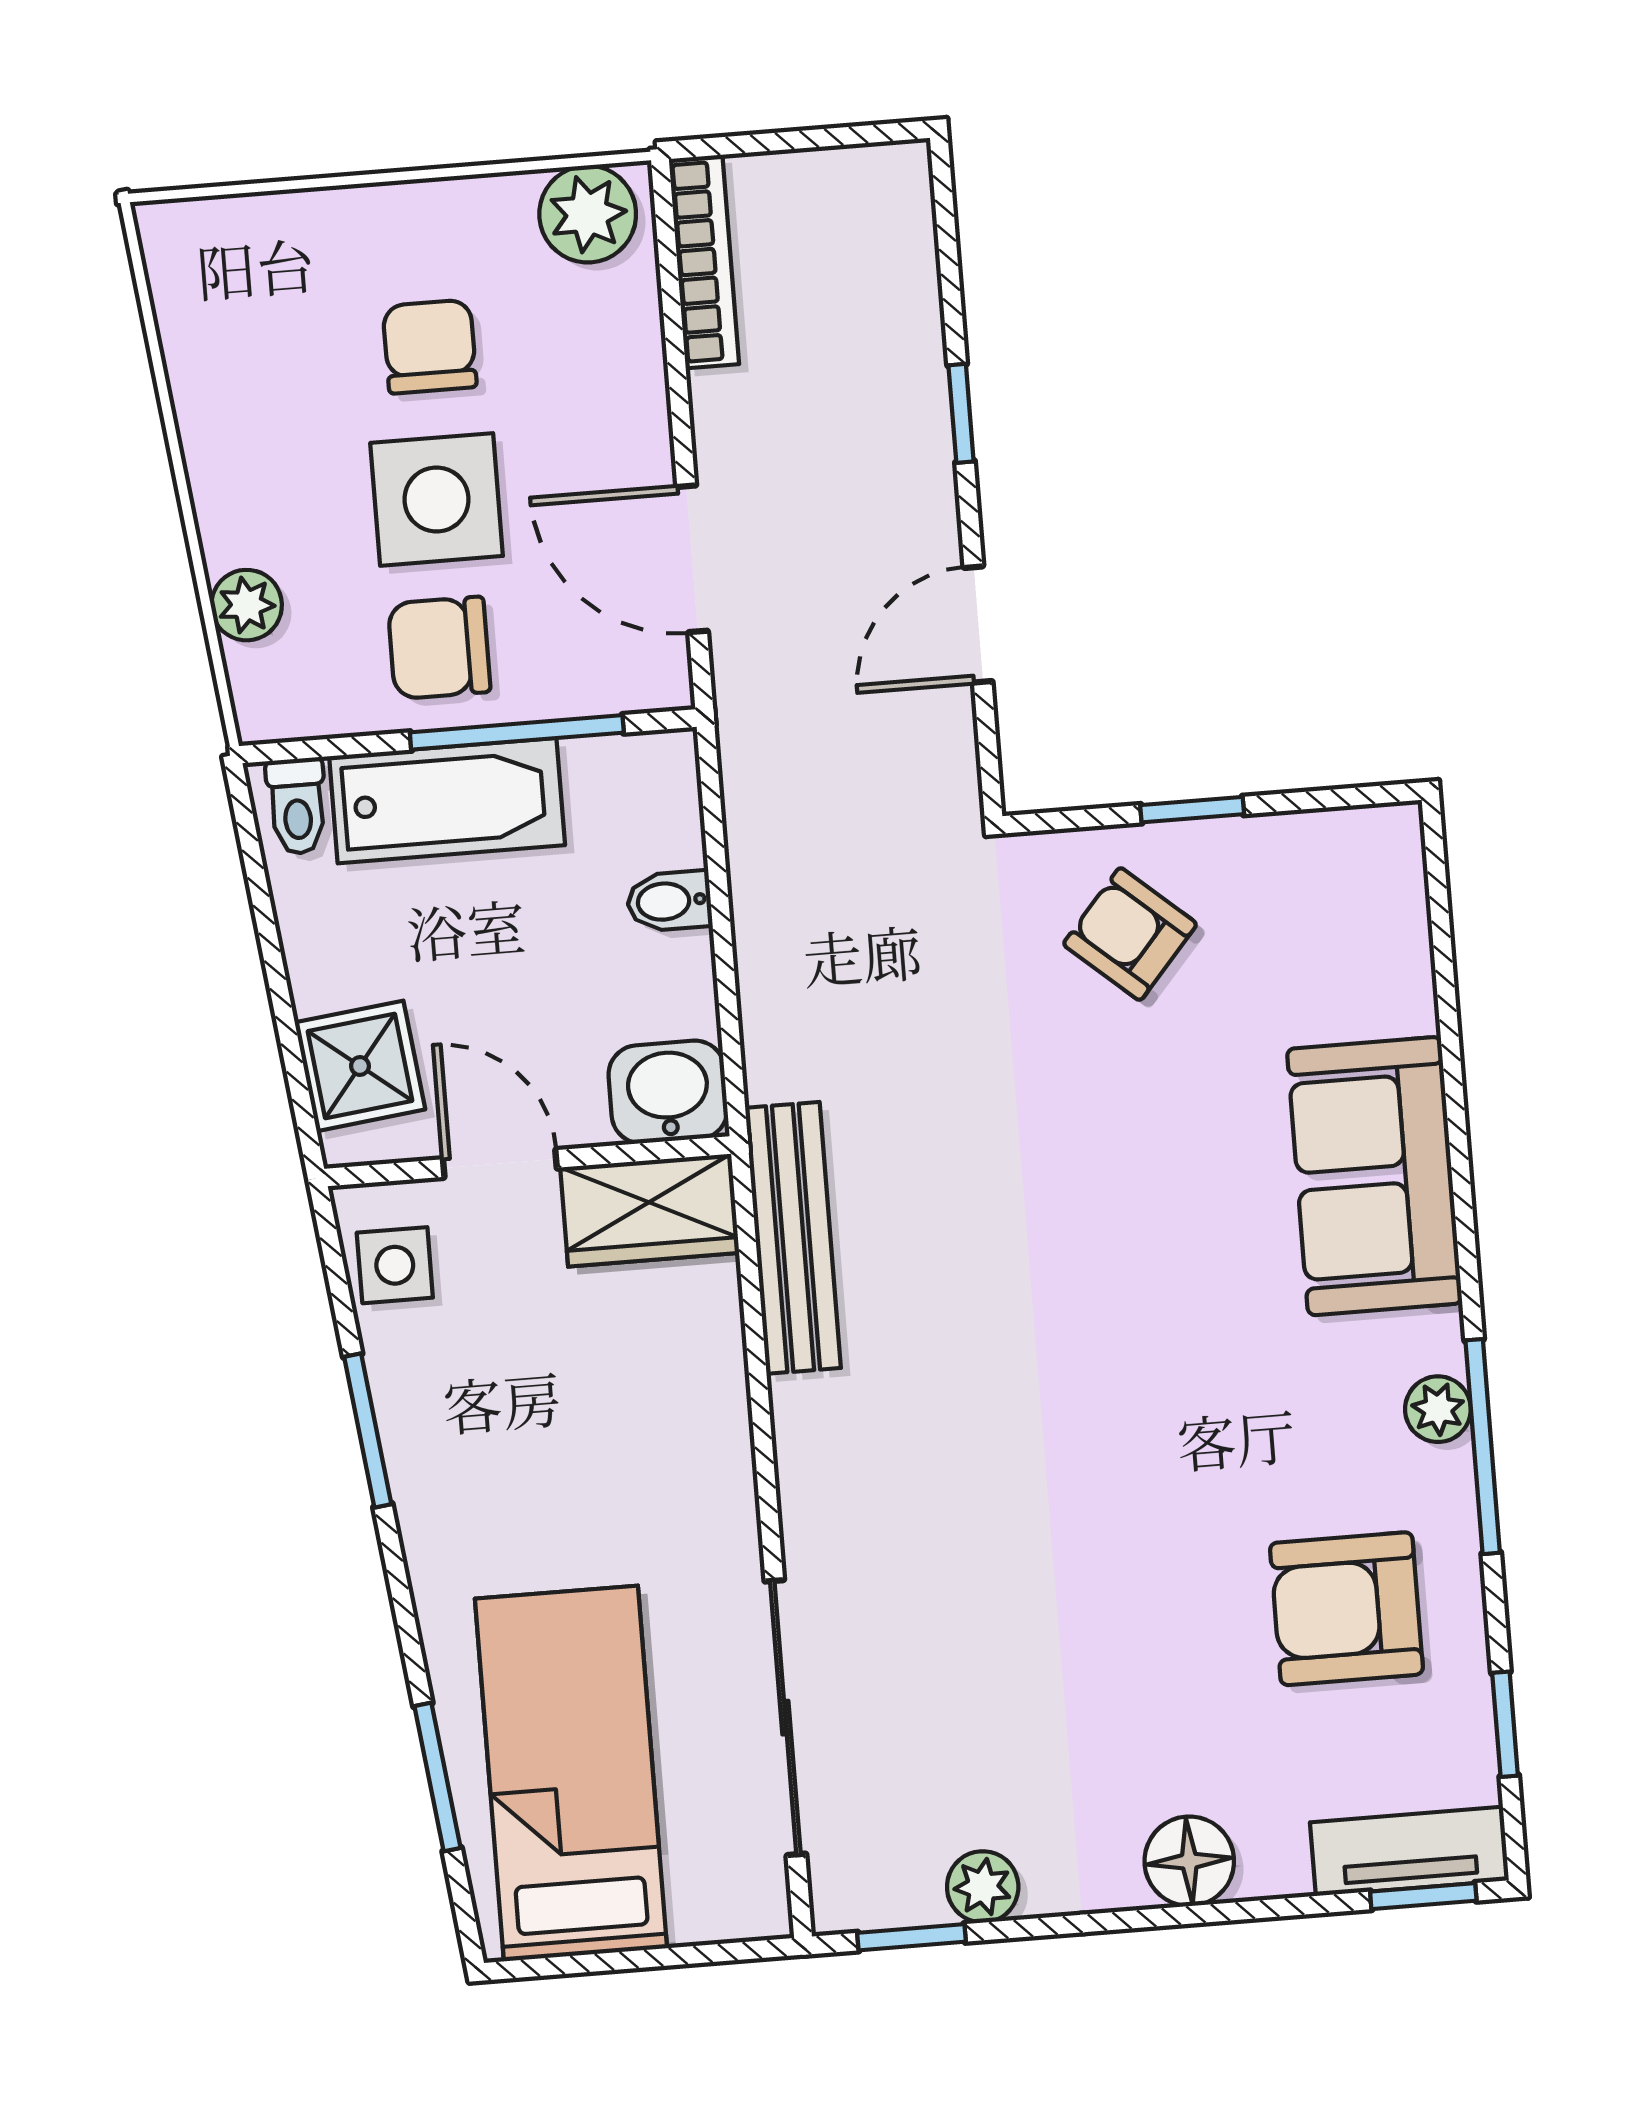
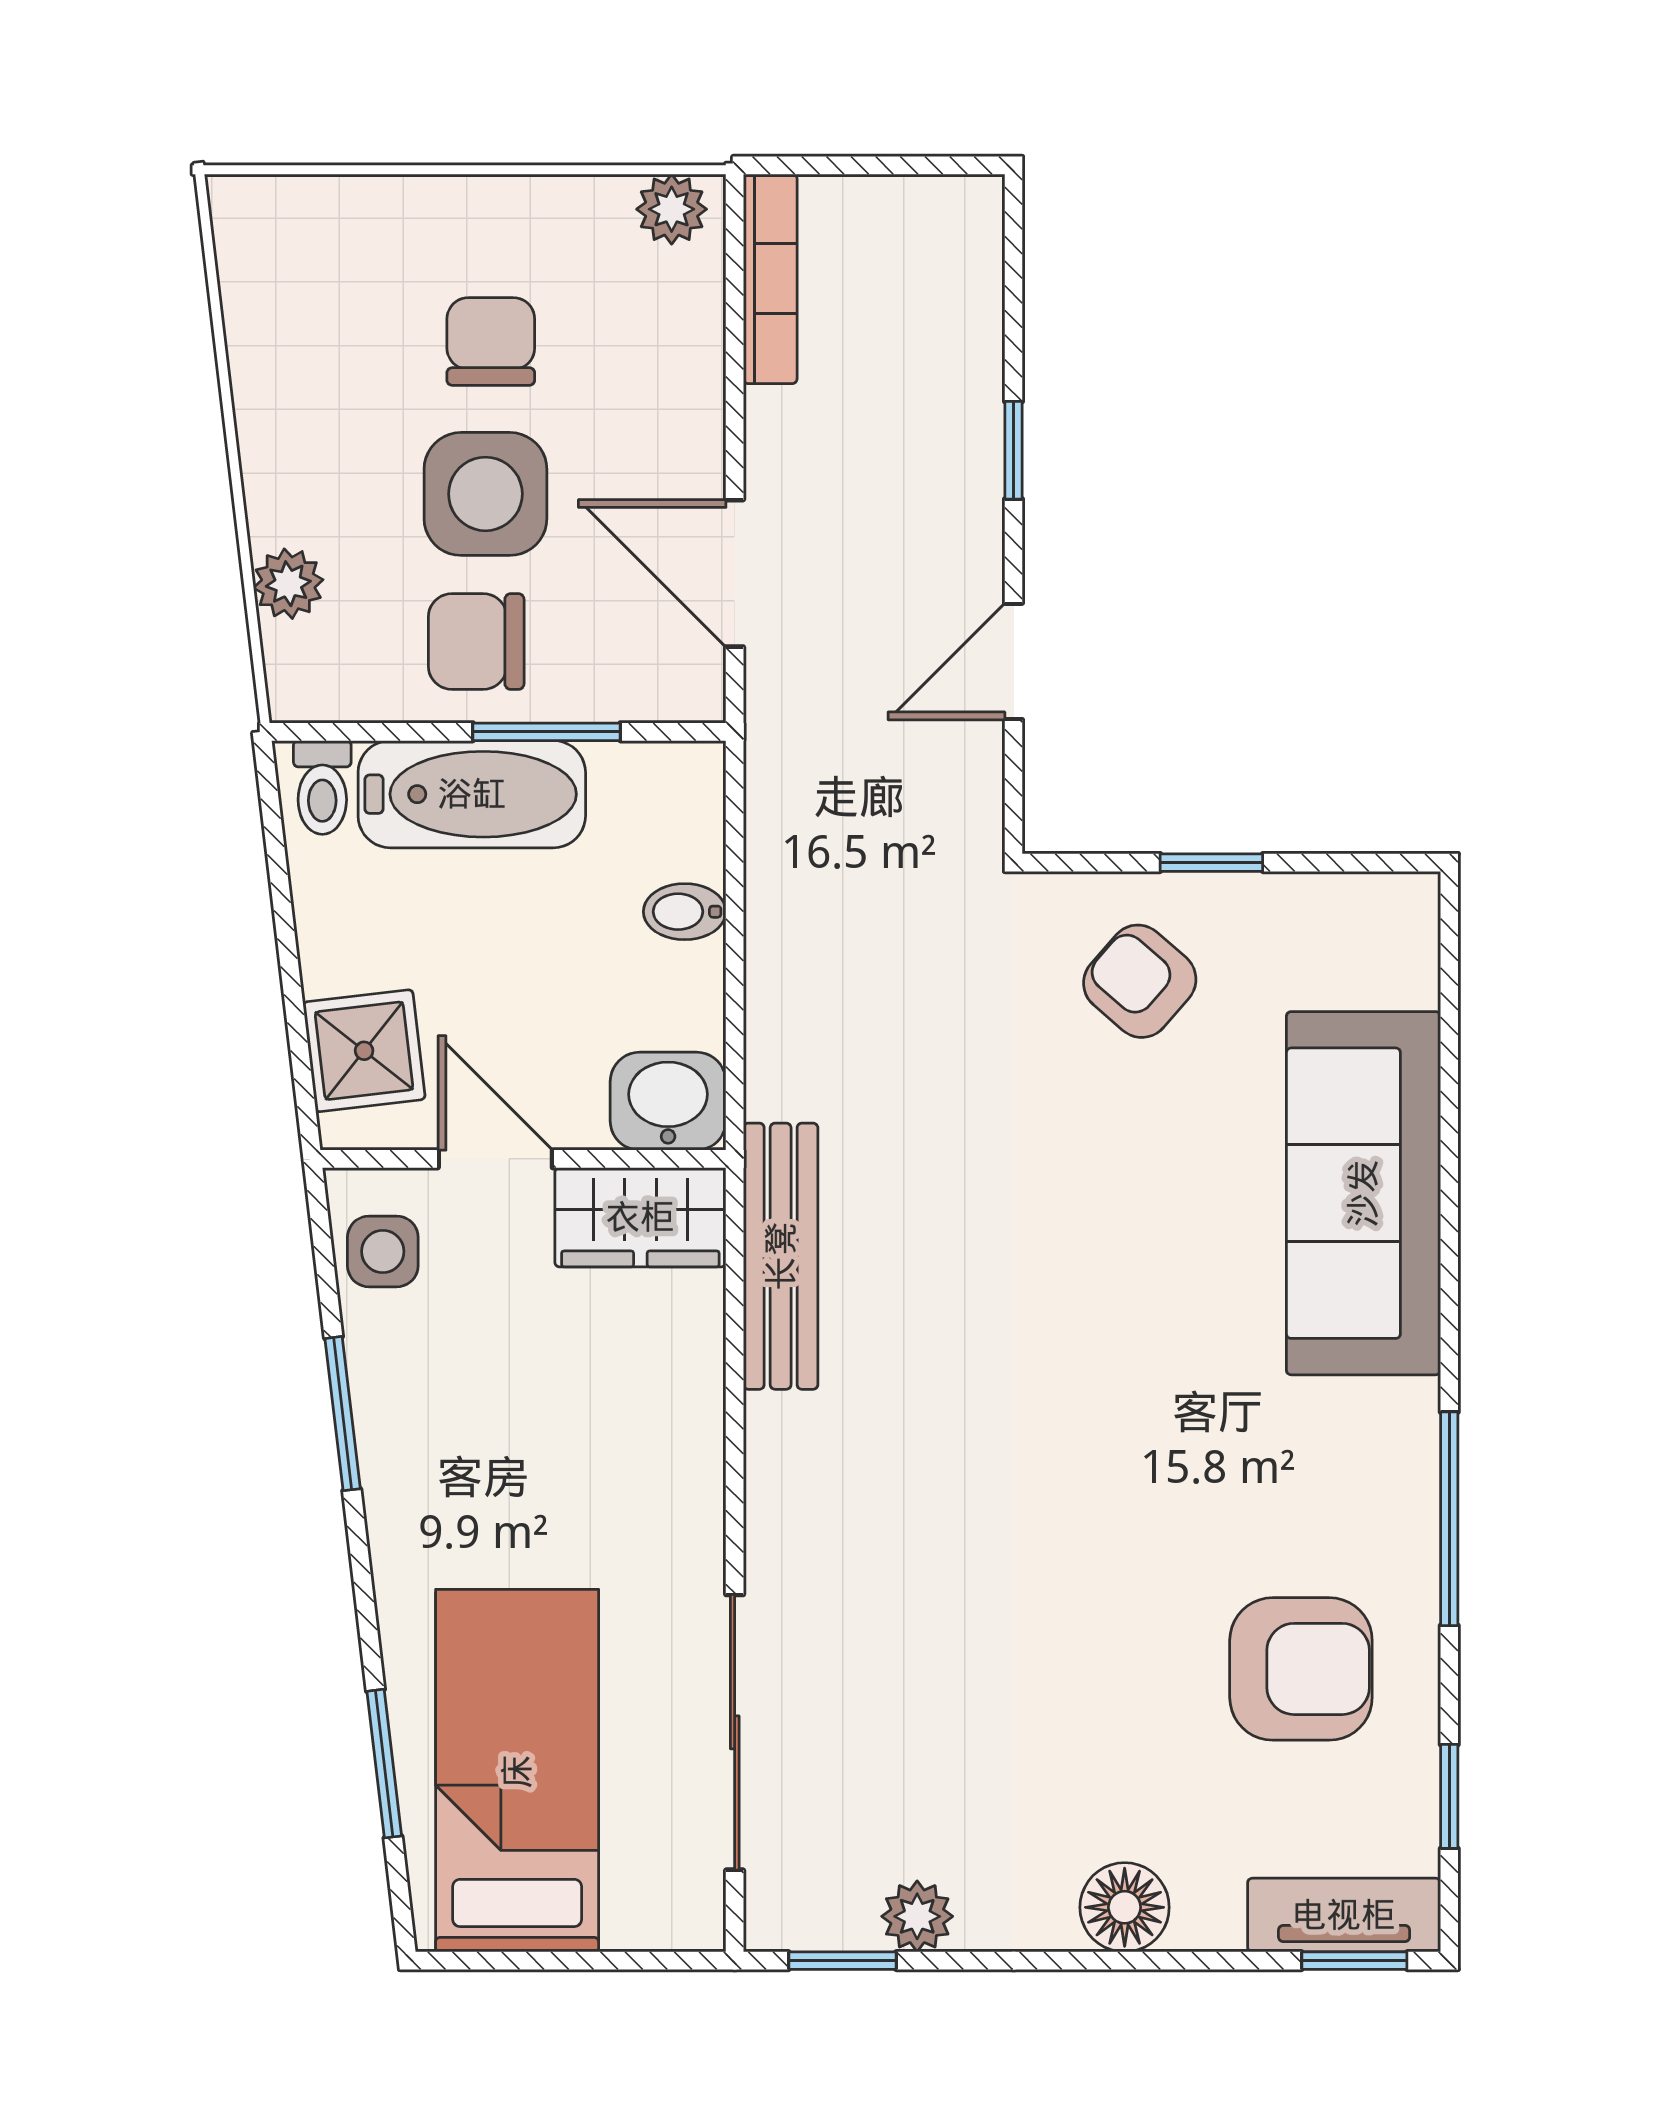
plant: (588, 214) -> (672, 209), width x0.73, depth x0.73
window: (517, 732) -> (547, 732), width x0.69
sofa: (1375, 1176) -> (1363, 1193), width x1.36
plant: (1438, 1409) -> (1408, 1478), removed
armchair: (1346, 1609) -> (1301, 1669), turned 180

